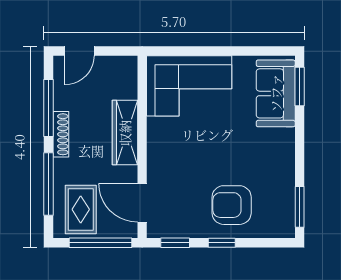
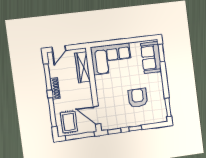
wardrobe: (125, 133) -> (83, 67), moved
armchair: (232, 205) -> (138, 98), moved, turned 90

